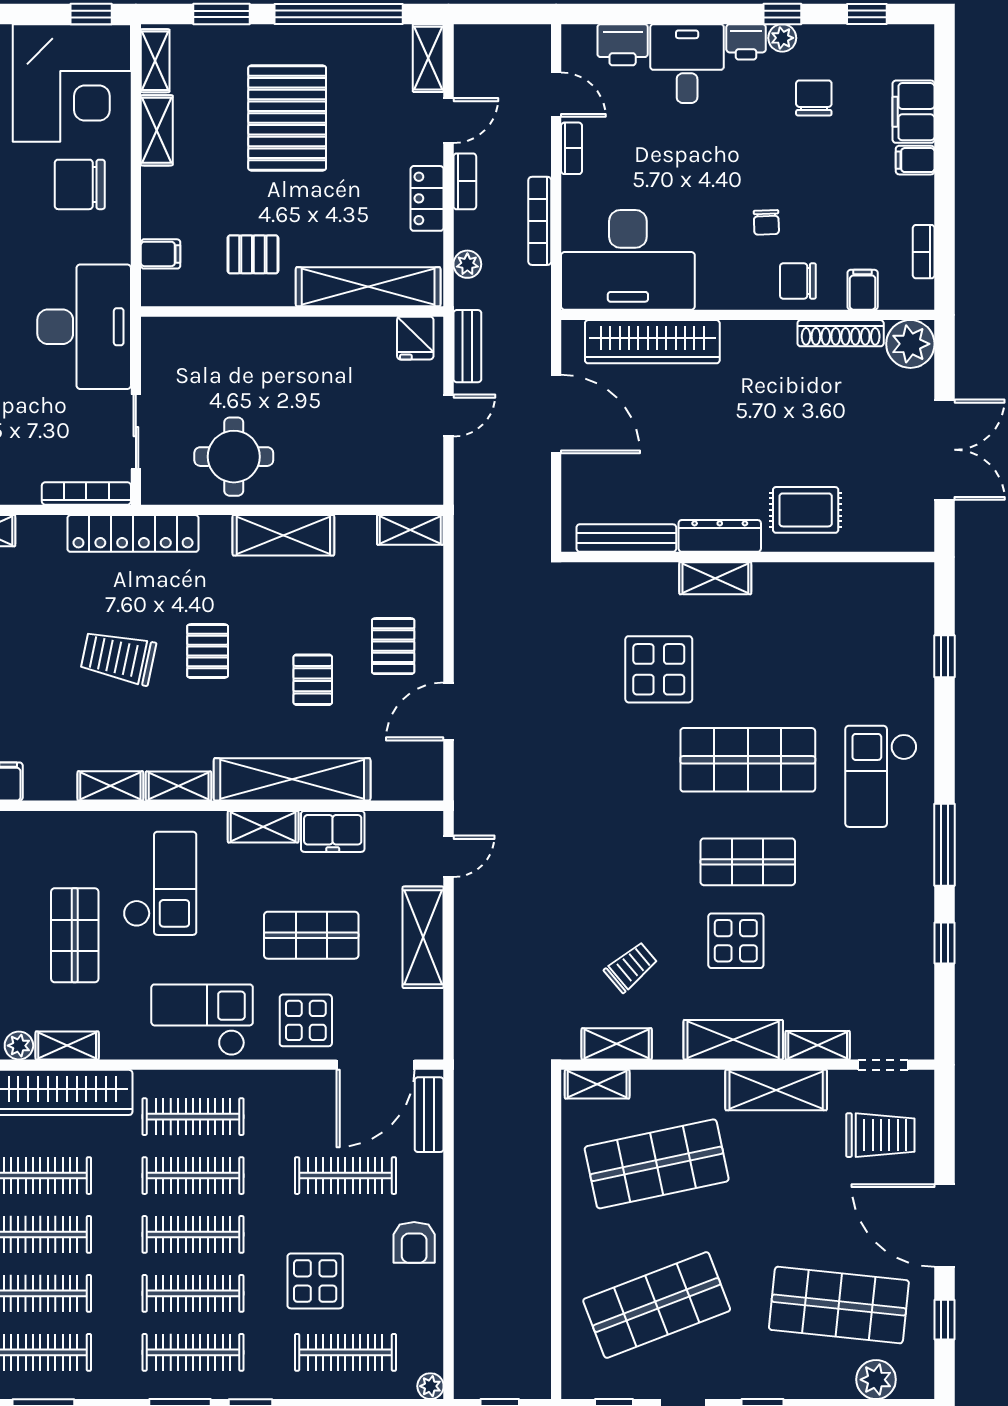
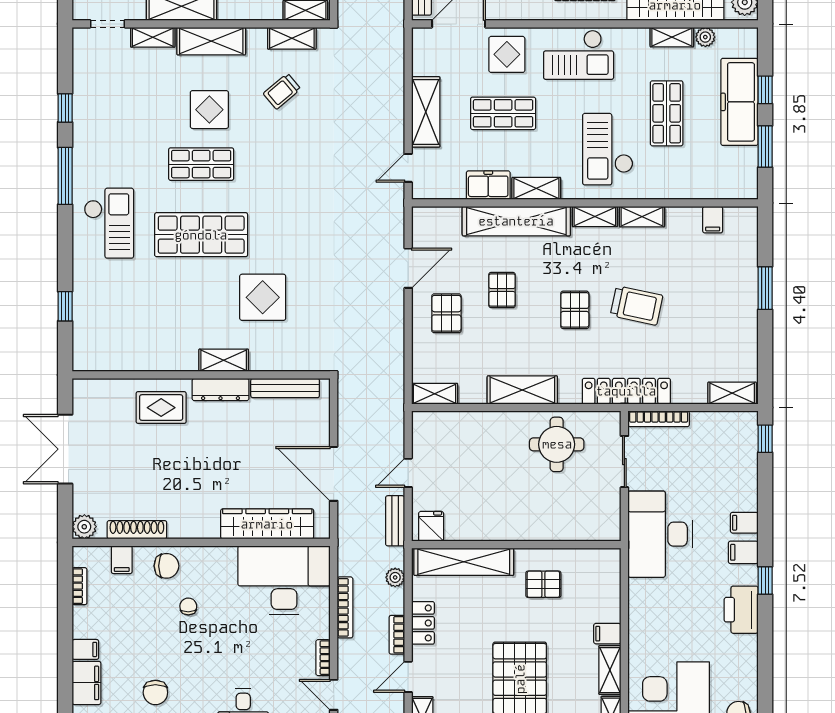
chair: (80, 184) -> (663, 633), removed
filing cabinet: (161, 254) -> (607, 634), moved
plant: (910, 344) -> (84, 527), width x0.73, depth x0.73

